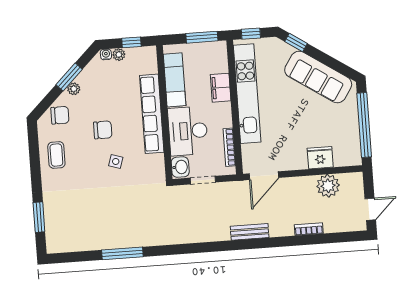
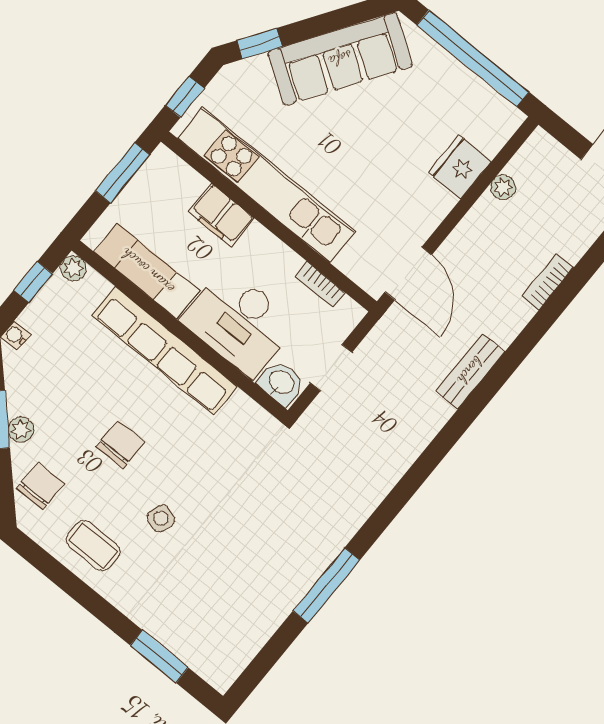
plant: (119, 55) -> (73, 268), moved
bookcase: (229, 147) -> (320, 284), width x0.64
side table: (116, 161) -> (161, 518), moved
plant: (328, 186) -> (503, 187), width x0.53, depth x0.53

